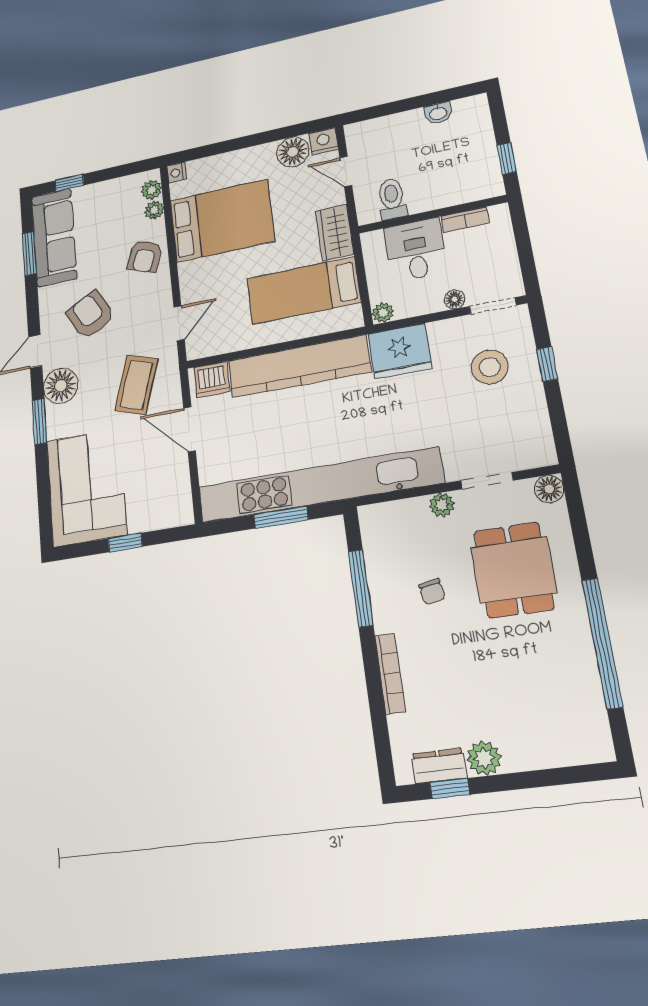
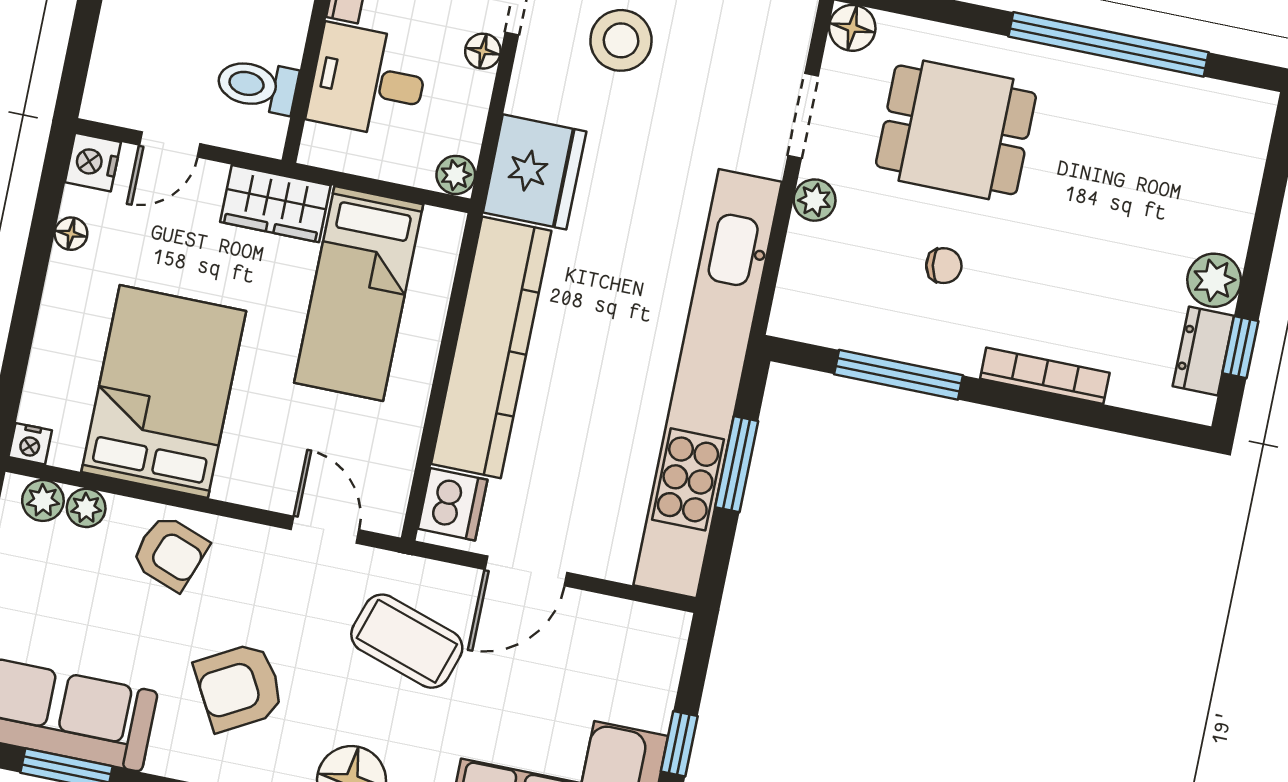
floor lamp: (293, 152) -> (71, 234), width x0.53, depth x0.53

